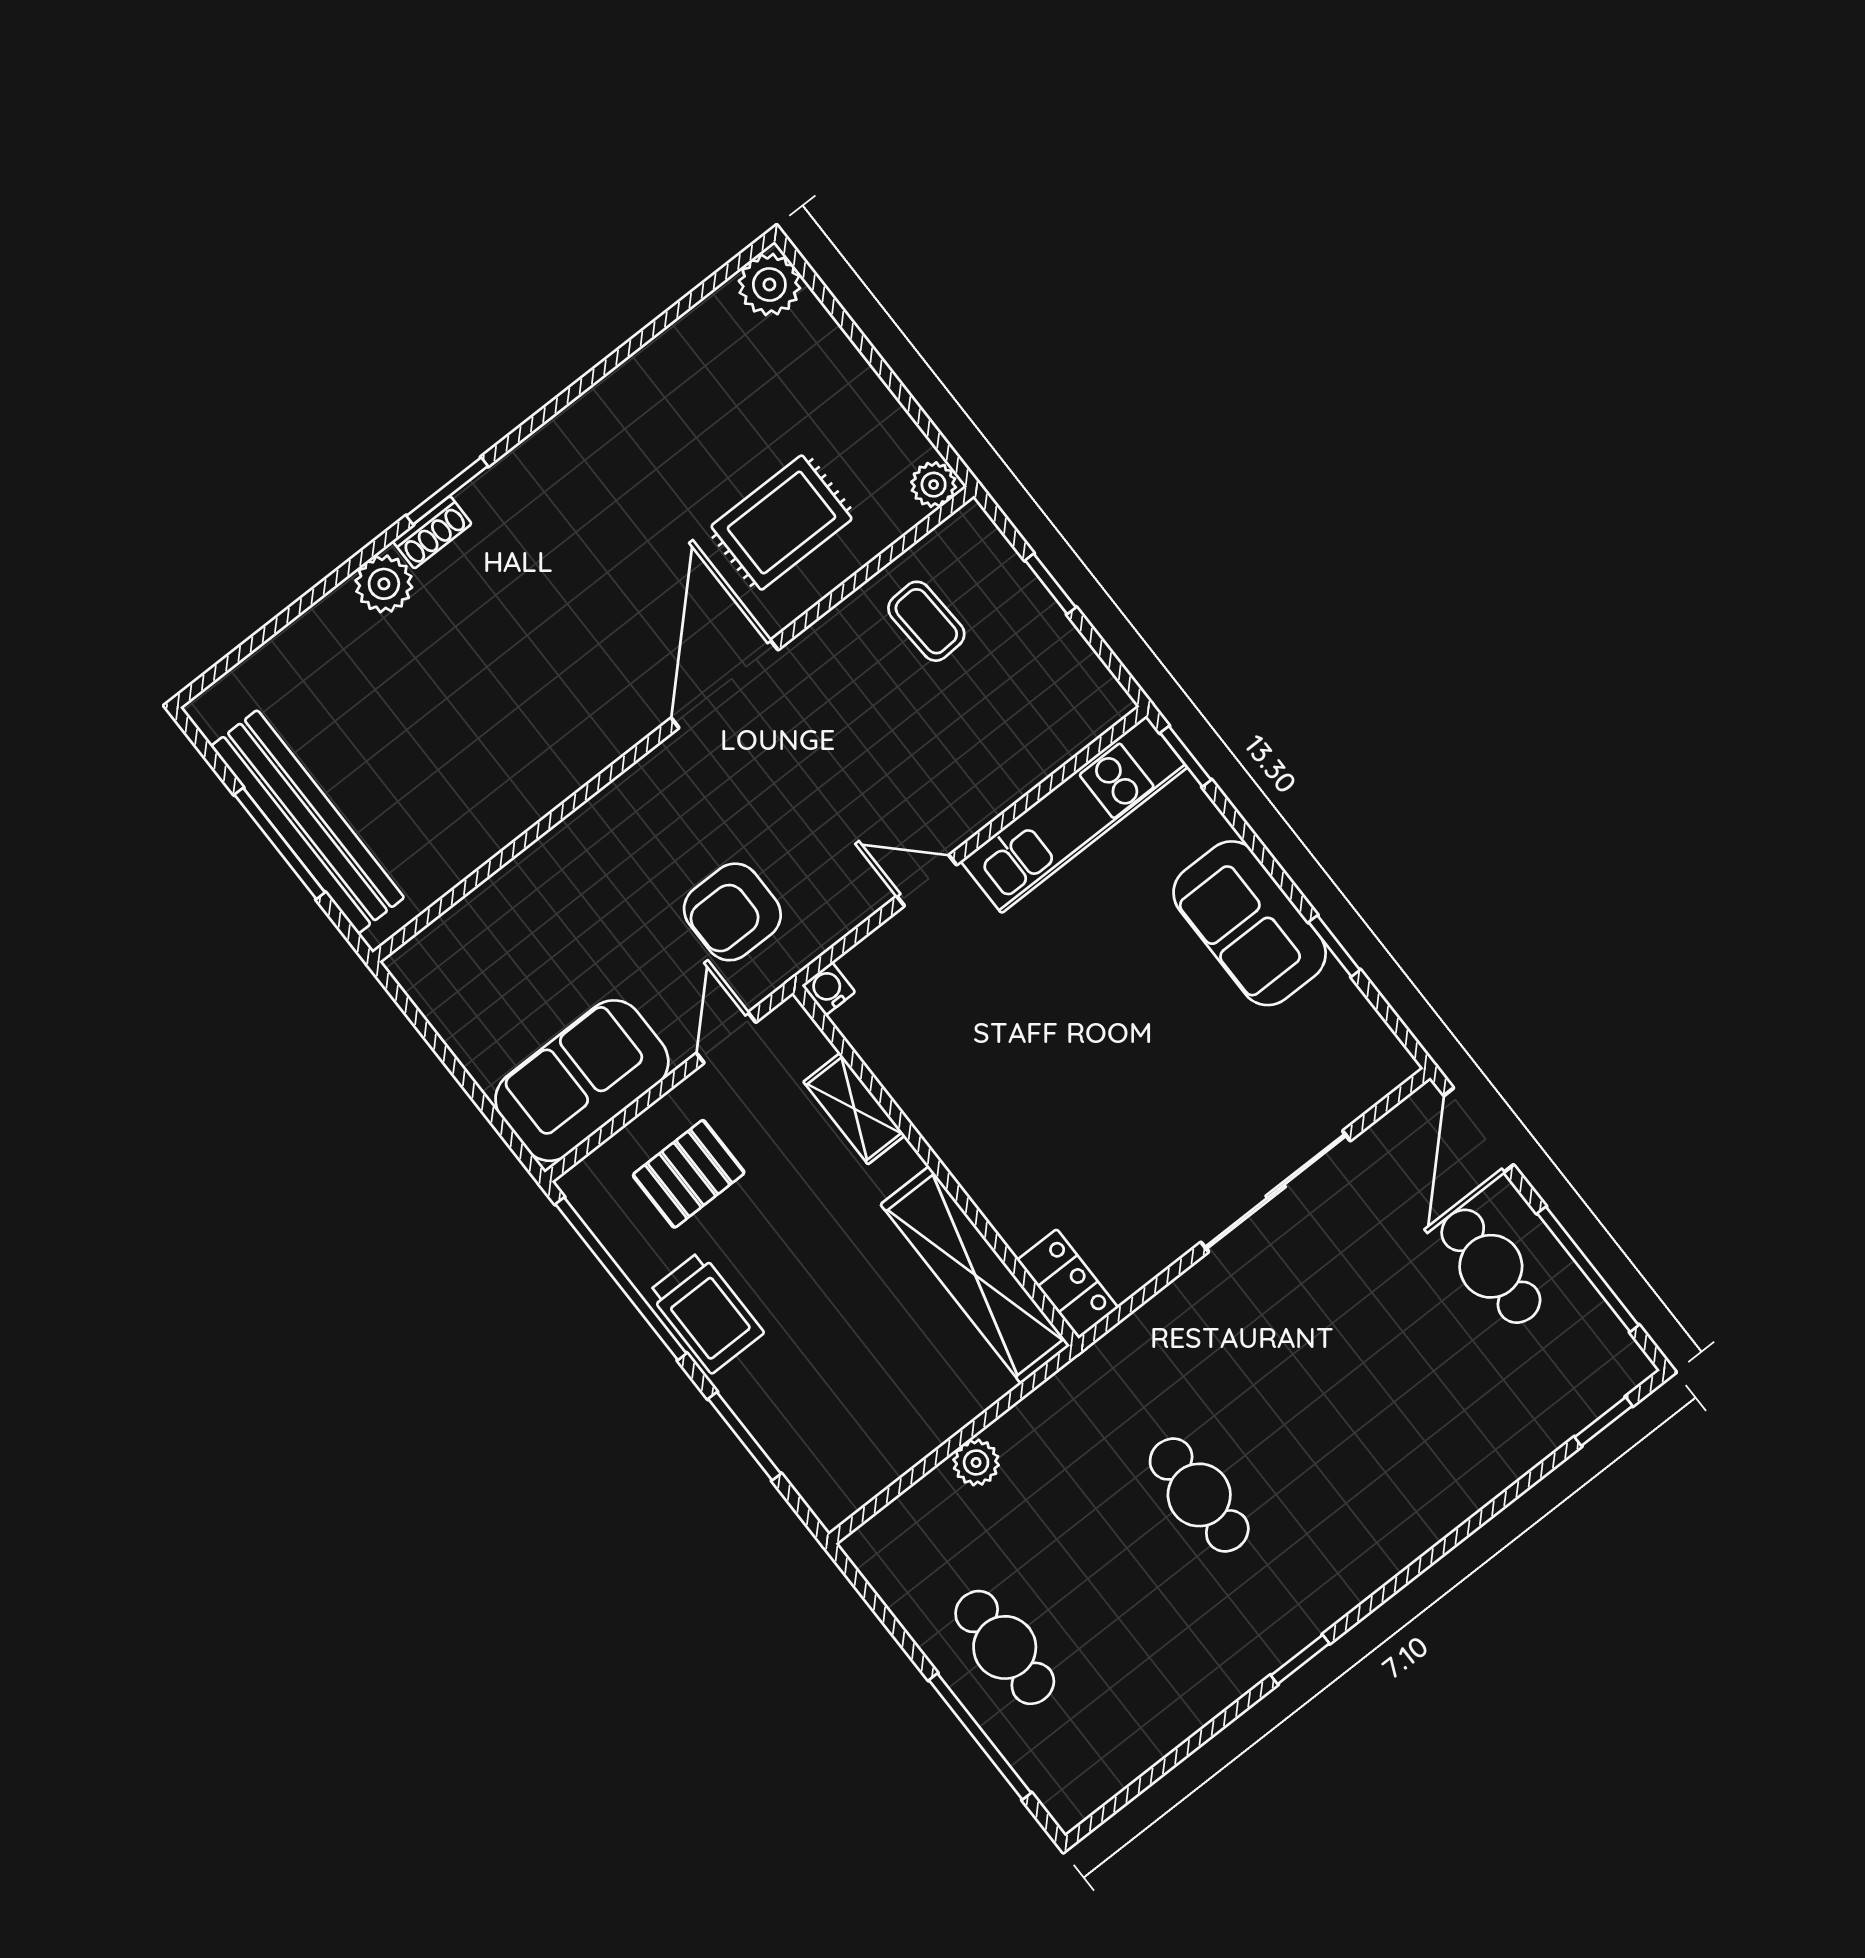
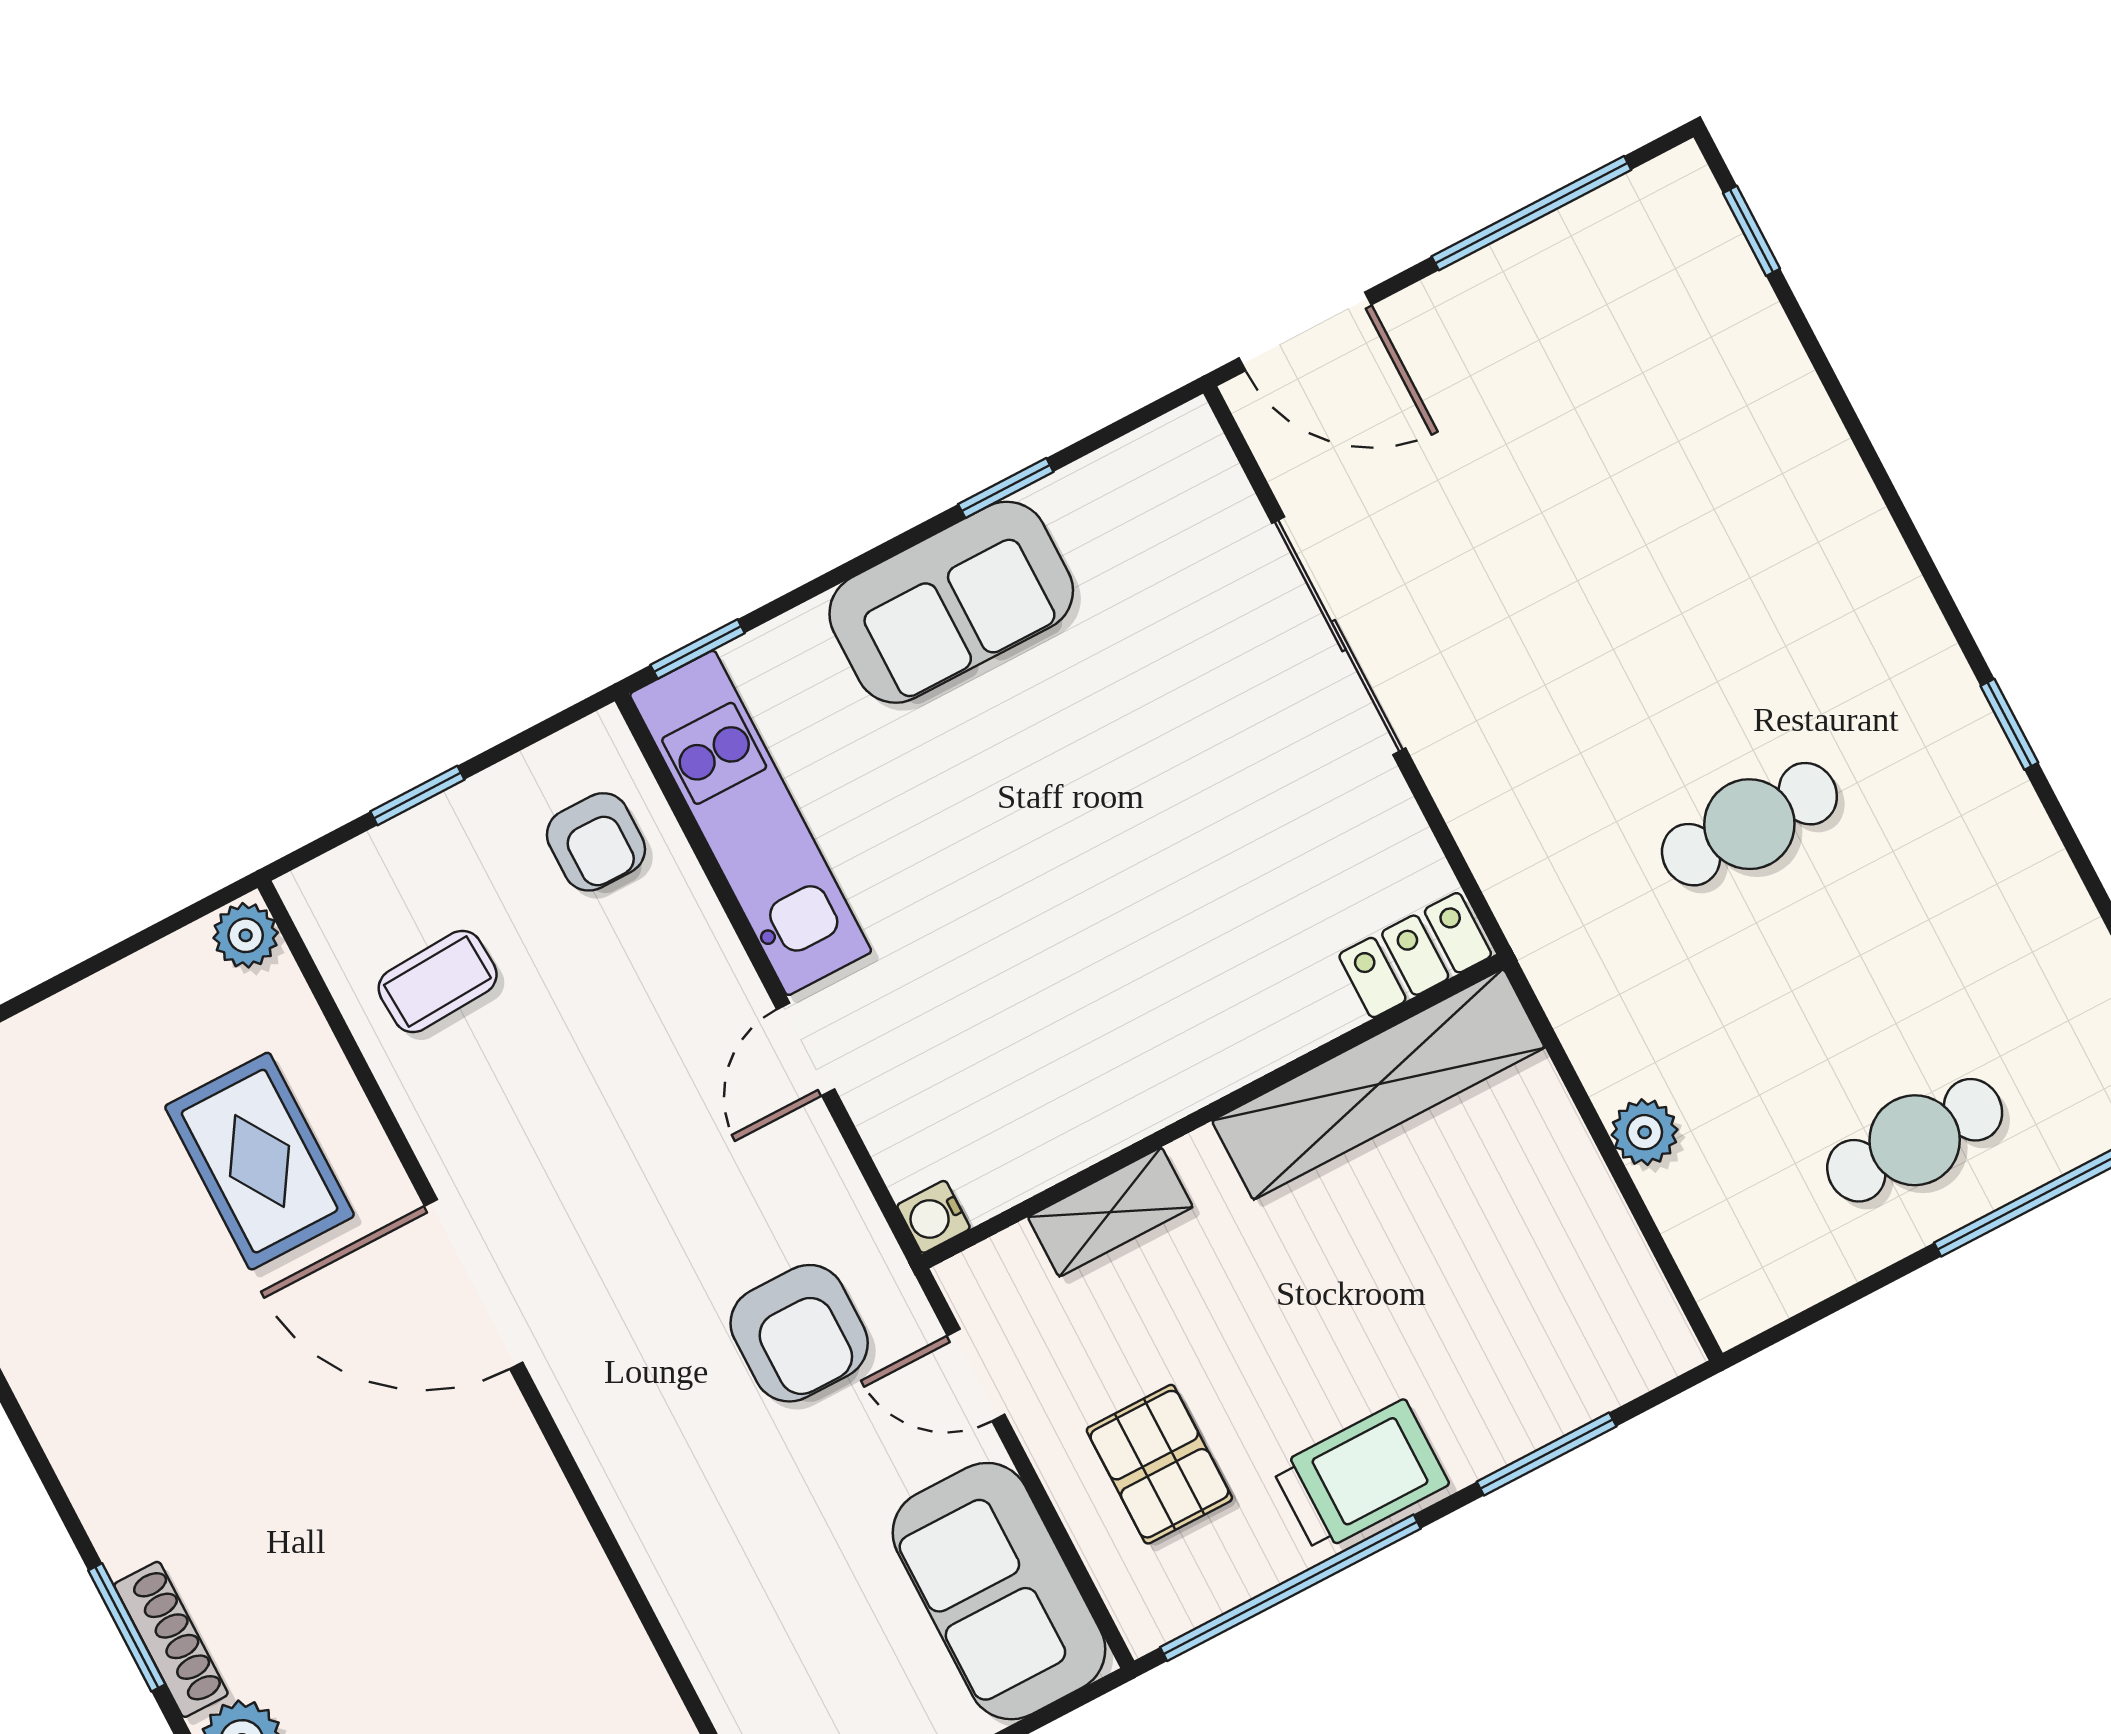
shoe rack: (432, 532) -> (171, 1639), width x1.43
armchair: (1041, 711) -> (596, 842), added
cafe table: (1491, 1266) -> (1502, 350), removed

